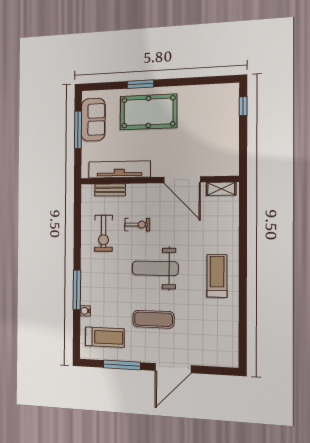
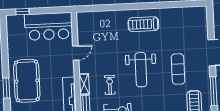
bar counter: (221, 143) -> (49, 26), added
door: (182, 180) -> (76, 53), width x0.53
shelving: (221, 189) -> (84, 84), moved

